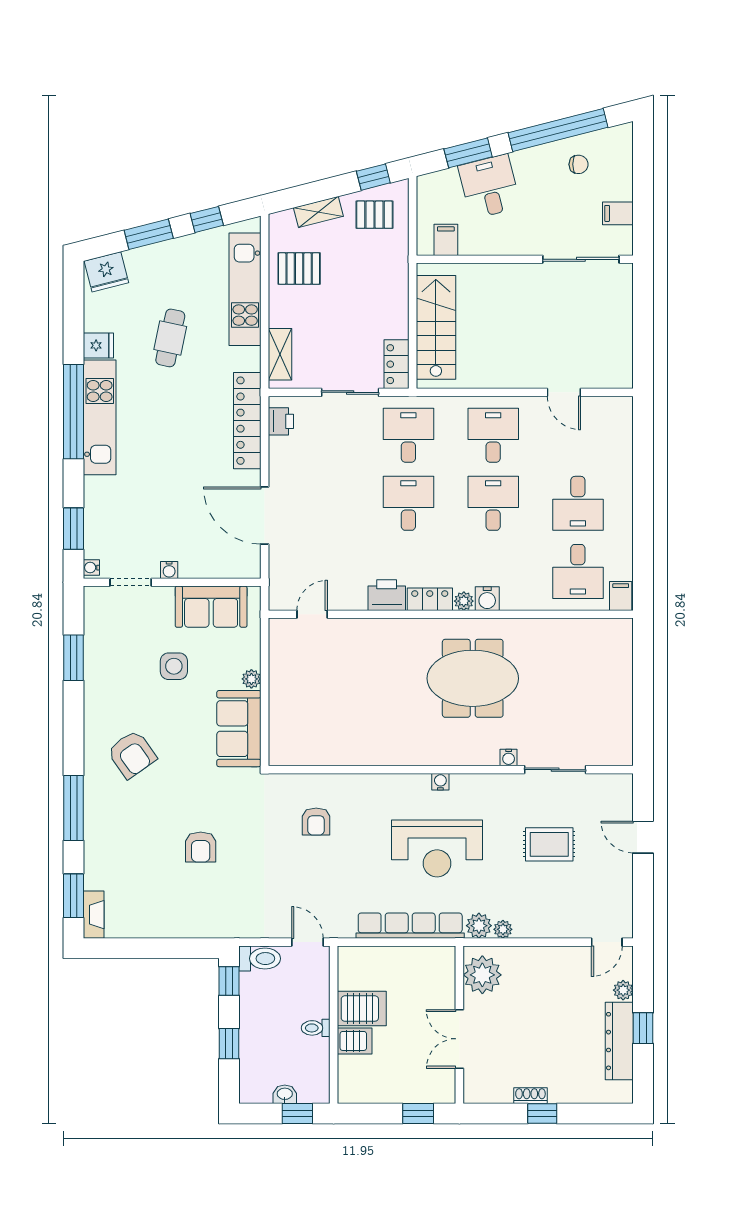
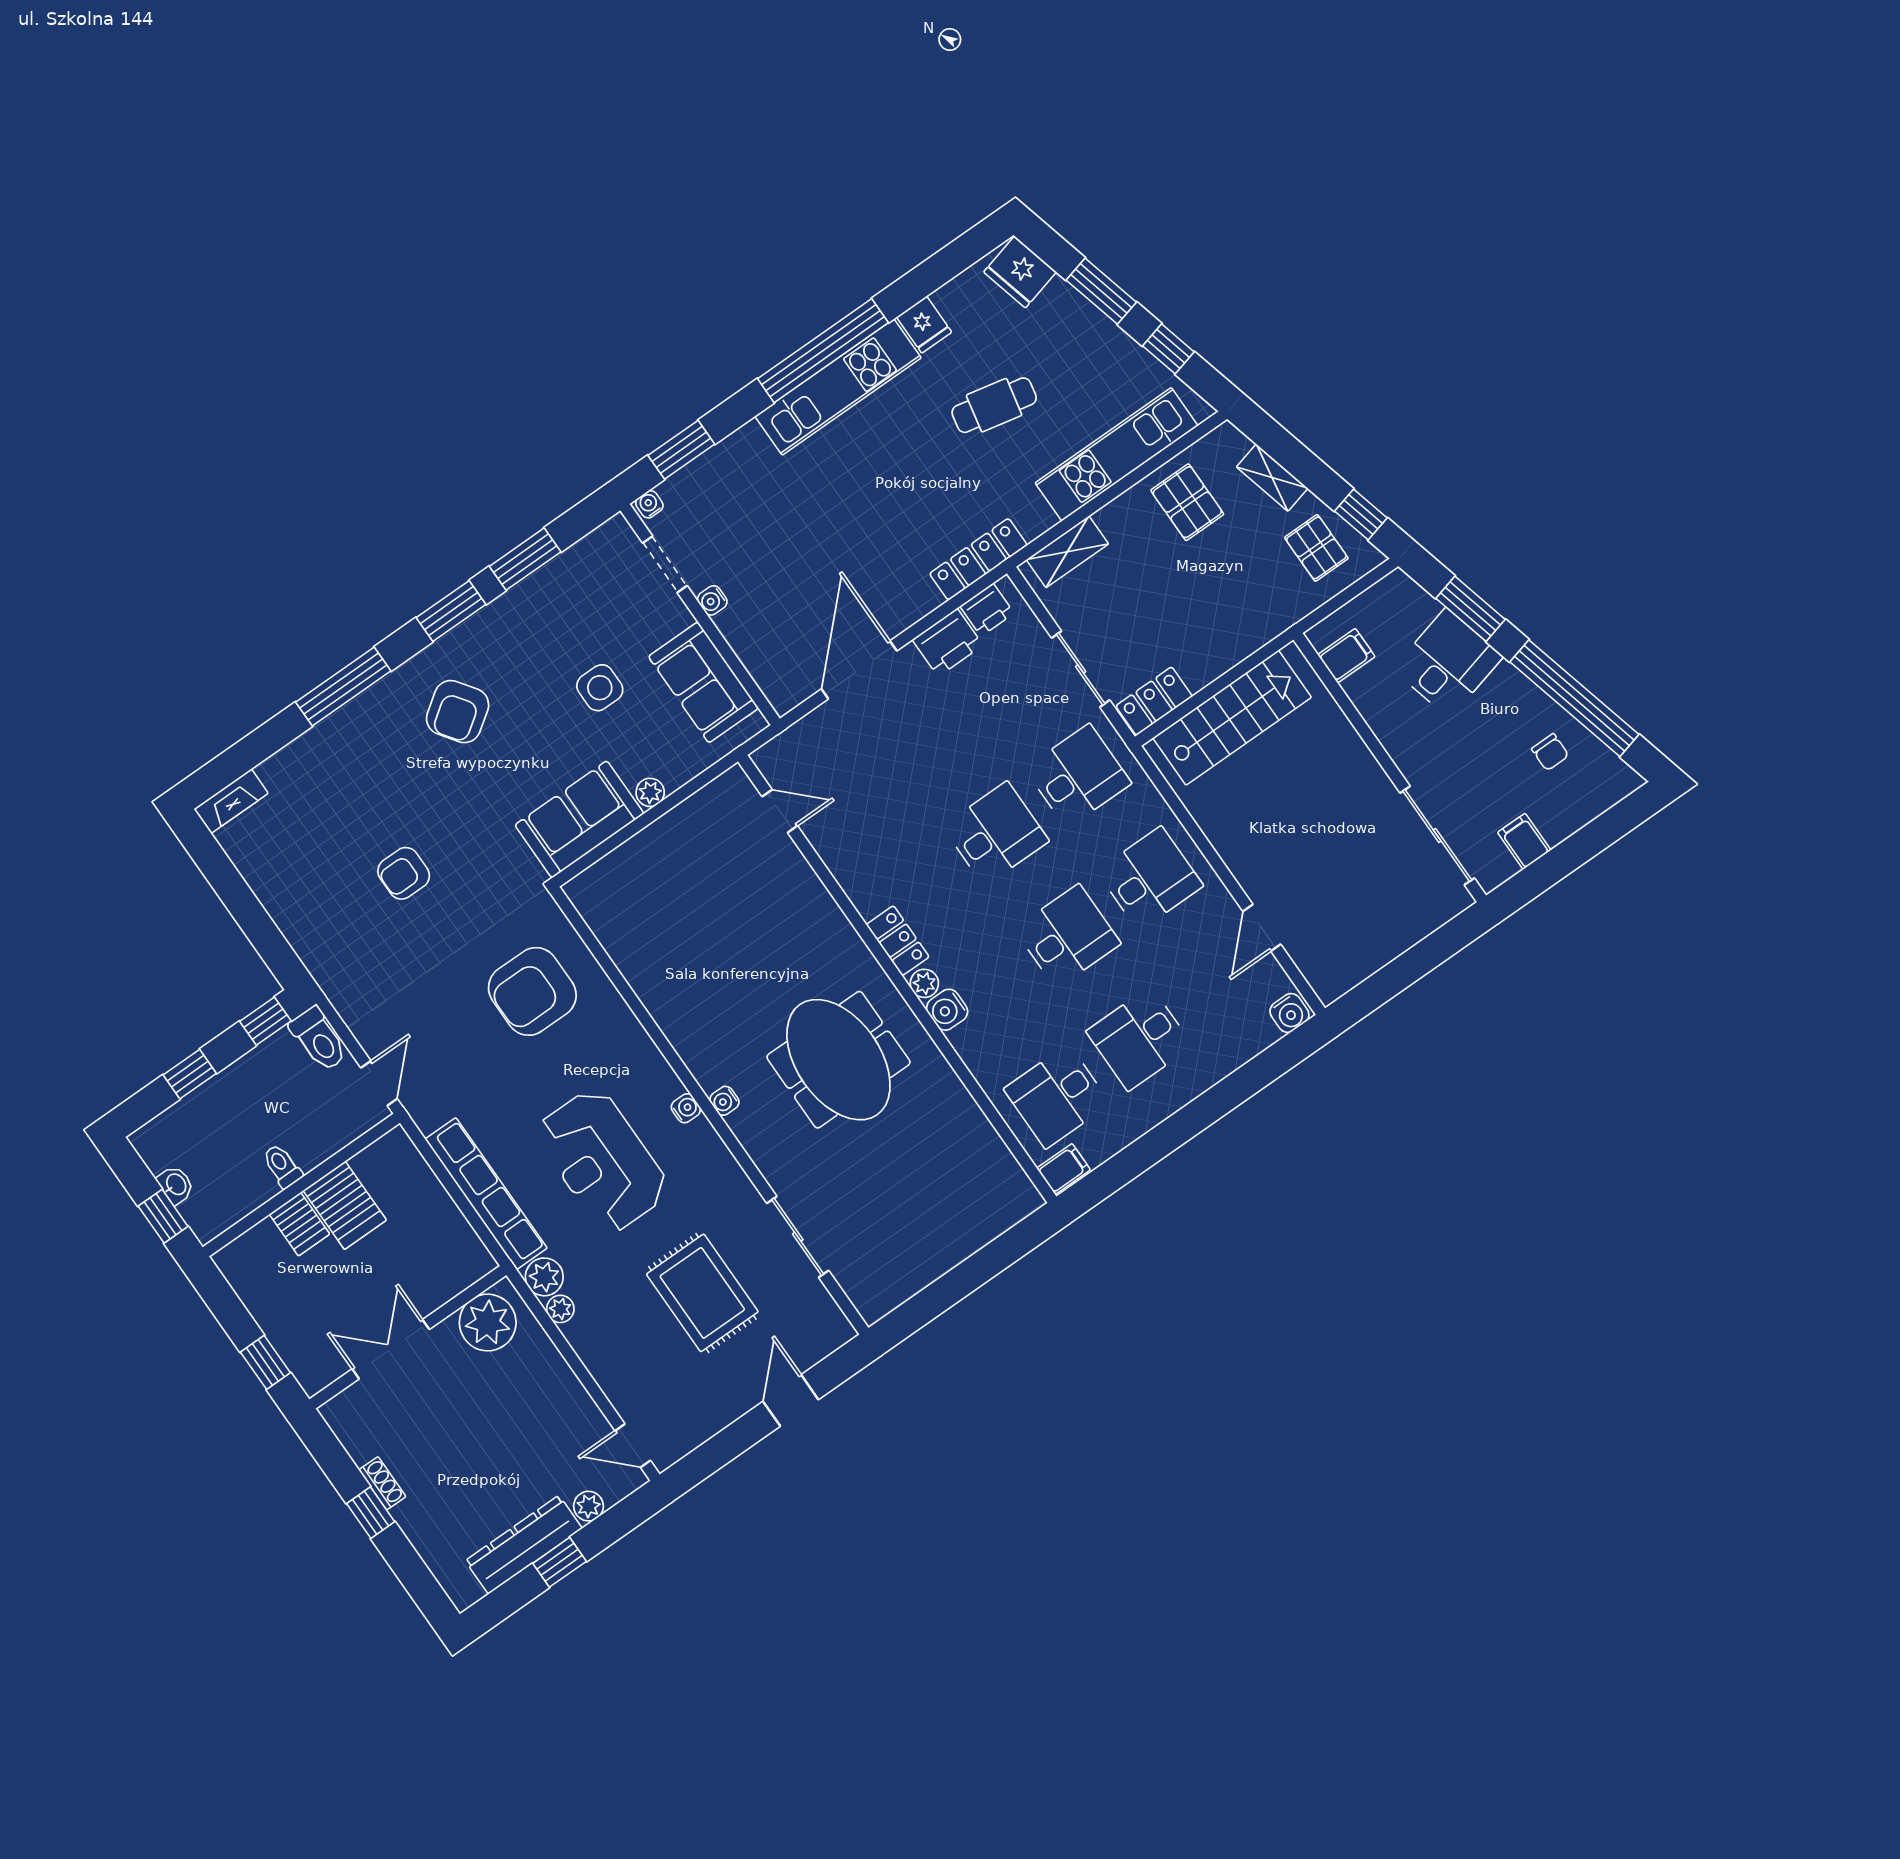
water cooler: (622, 410) -> (1289, 1013), added
locker: (247, 421) -> (978, 559), width x0.71, depth x0.83
printer: (387, 595) -> (948, 642), moved, turned 90
water cooler: (509, 757) -> (724, 1101), moved
armchair: (316, 822) -> (532, 991), width x1.88, depth x1.88
rug: (549, 844) -> (702, 1293), width x1.36, depth x1.43
window: (74, 896) -> (451, 611), moved

